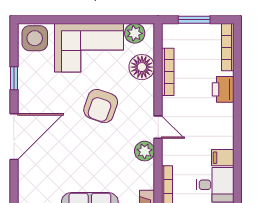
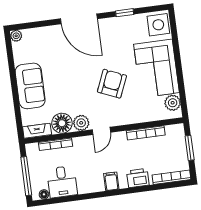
floor lamp: (142, 67) -> (62, 123), moved
armchair: (101, 106) -> (112, 84), turned 94
filing cabinet: (223, 158) -> (111, 181), moved

